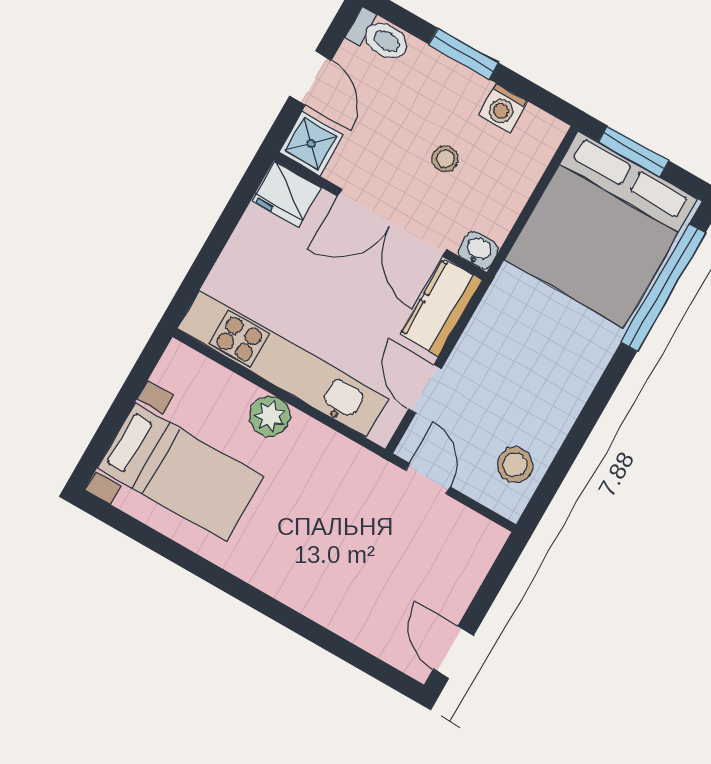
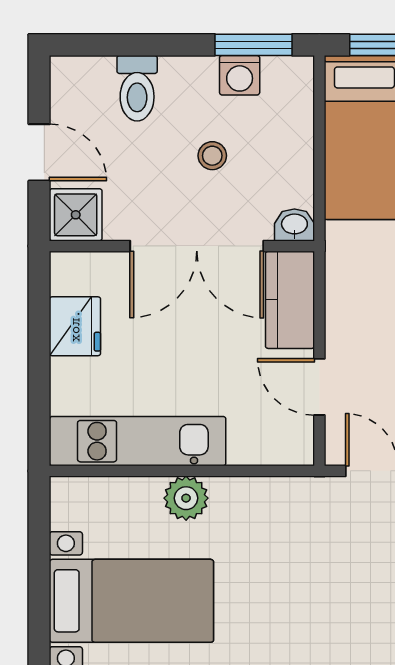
toilet: (379, 37) -> (137, 88), moved, turned 90
window: (464, 53) -> (253, 45), moved
fridge: (287, 194) -> (75, 326), moved, turned -90
kitchen unit: (283, 364) -> (138, 441), width x0.73

